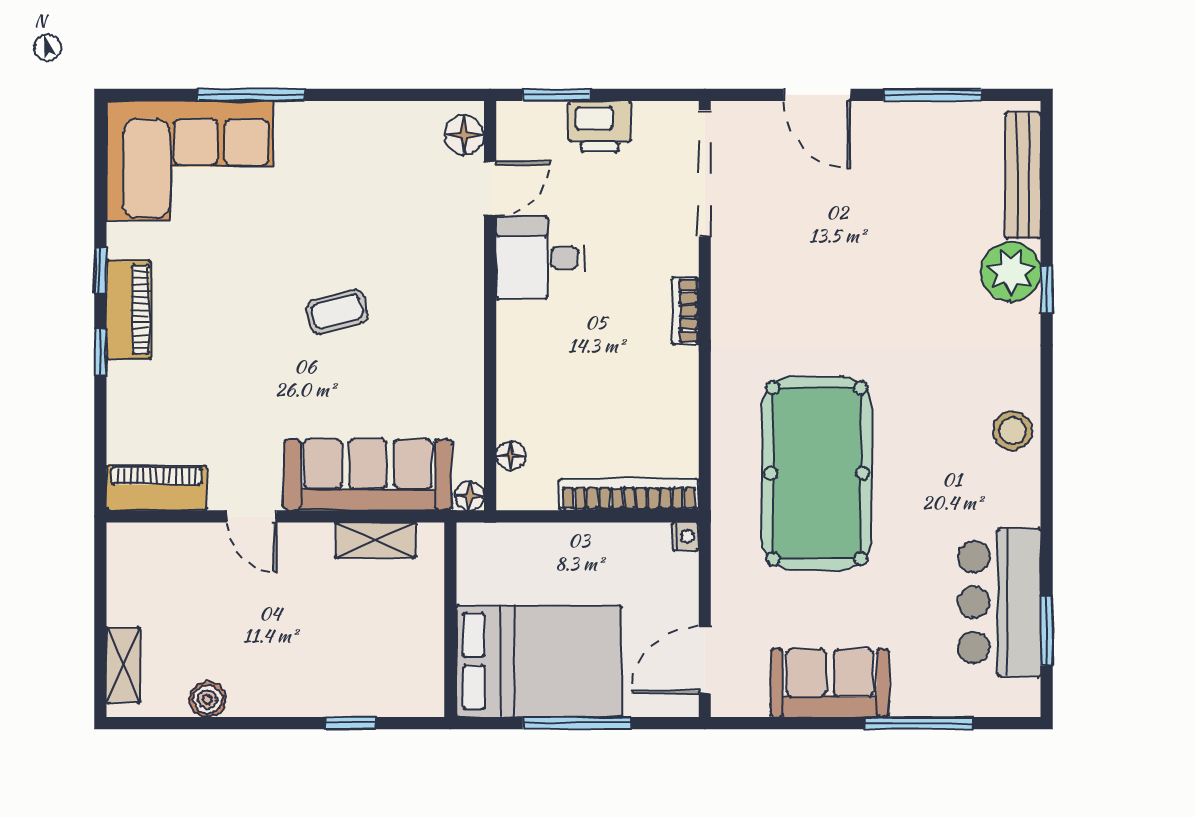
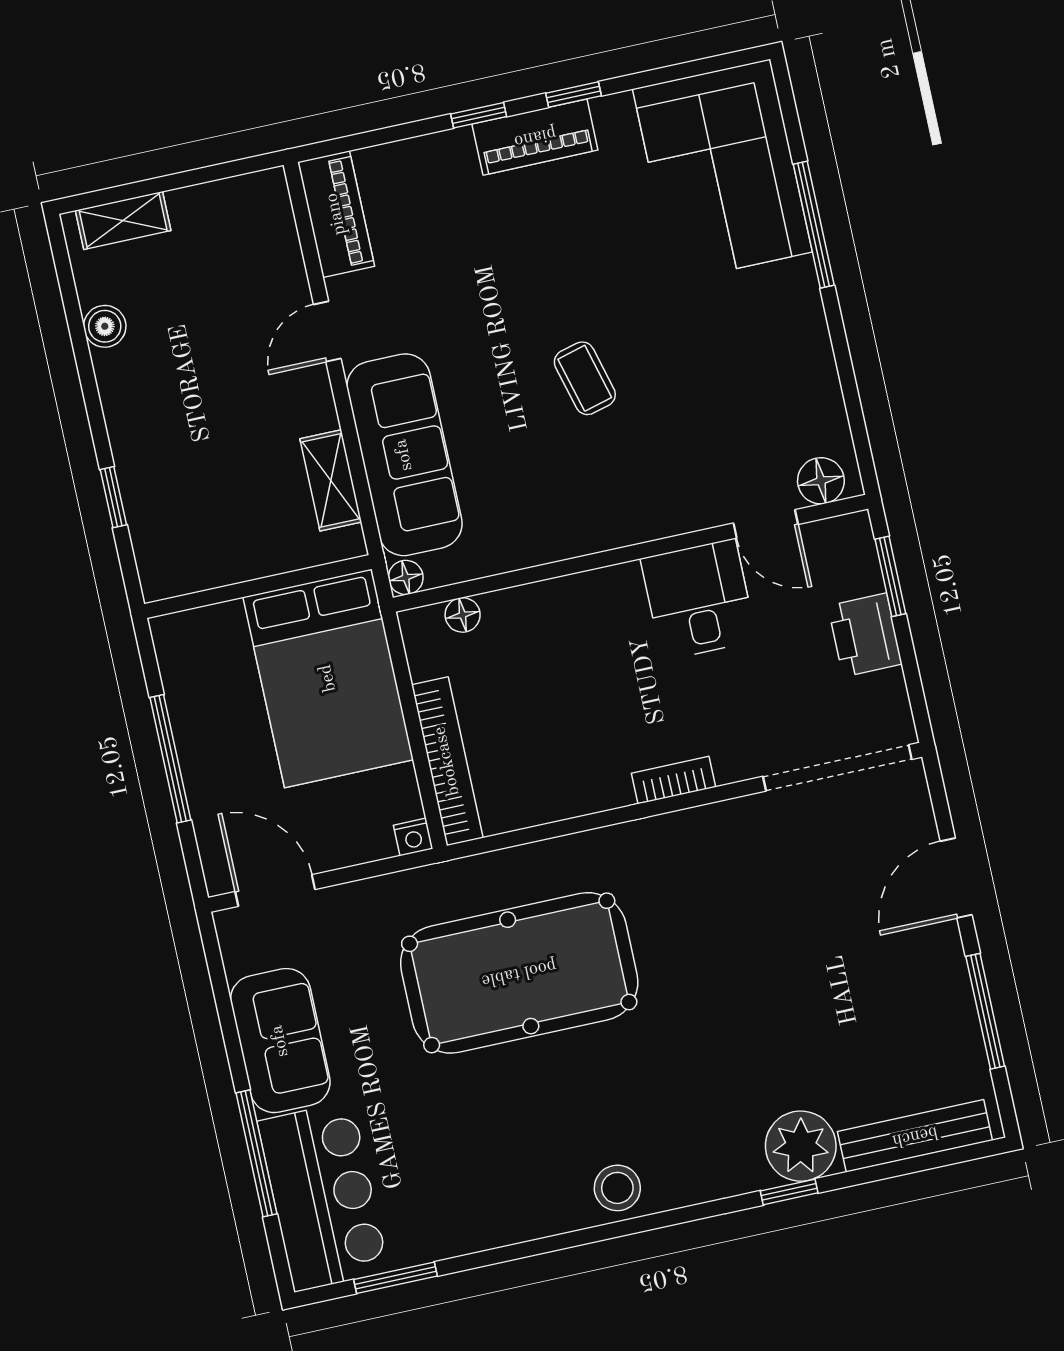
bar counter: (999, 602) -> (323, 1196), moved, turned 90
bed: (539, 661) -> (328, 678), moved

